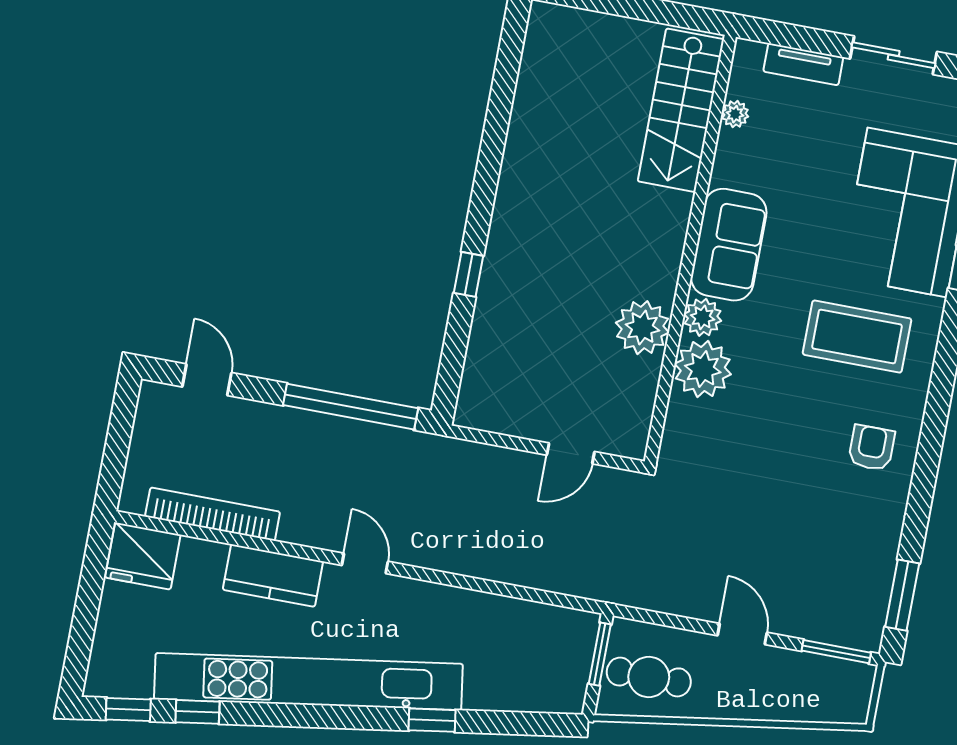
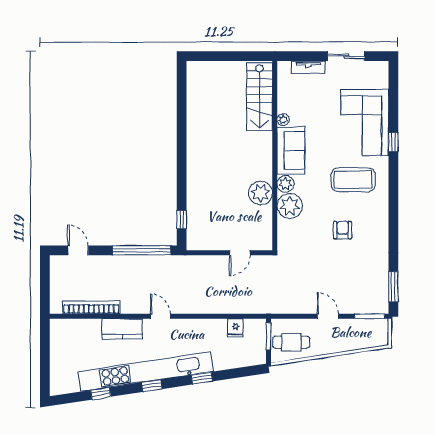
plant: (735, 114) -> (283, 120), moved
window: (468, 274) -> (182, 220), moved
armchair: (871, 448) -> (343, 230), moved
fridge: (143, 556) -> (235, 328), moved, width x0.53, depth x0.75
window: (128, 709) -> (152, 386), moved

